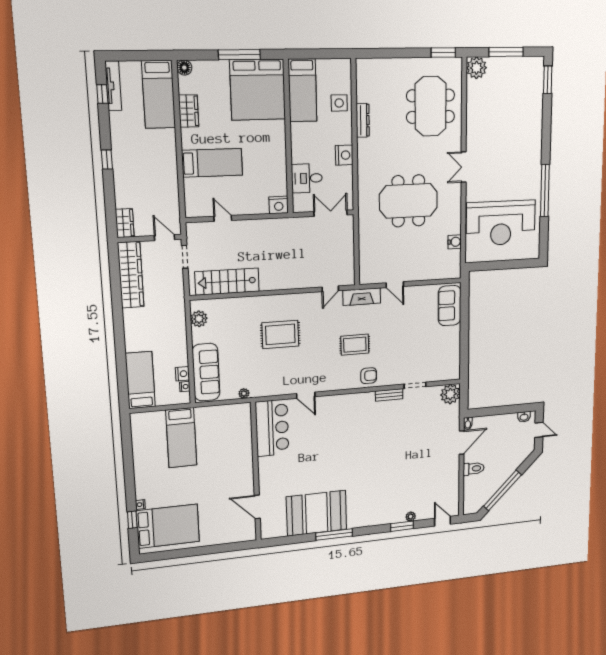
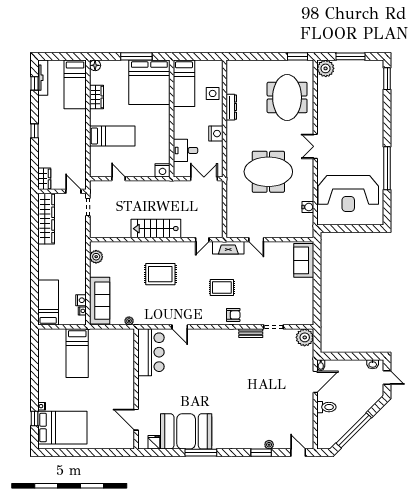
stairs: (227, 282) -> (156, 229), moved
fridge: (279, 530) -> (154, 442), added

